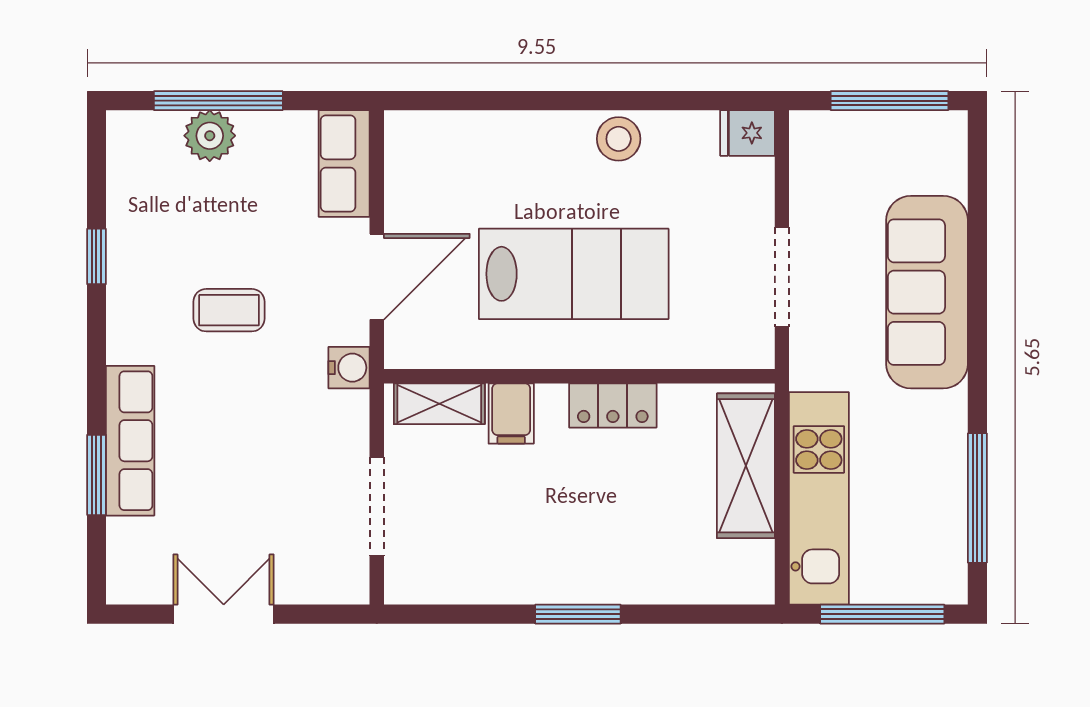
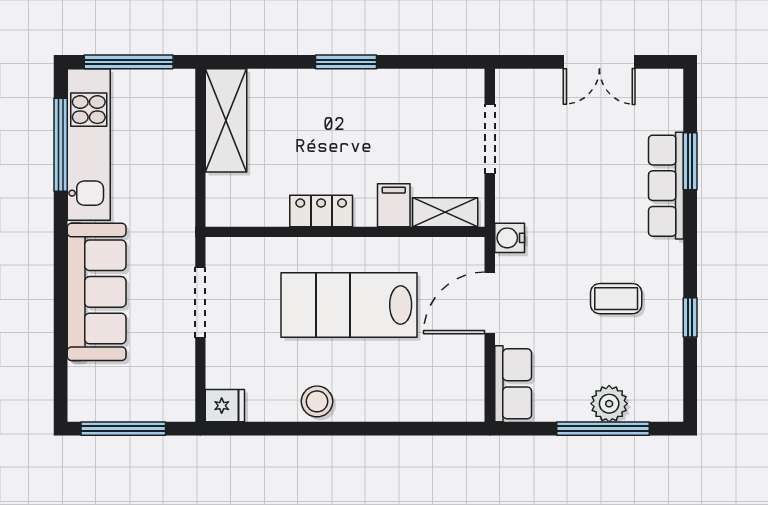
coffee table: (229, 310) -> (616, 299), moved
shelving: (746, 466) -> (226, 120), moved
kitchen unit: (819, 498) -> (89, 145), moved, turned 180

